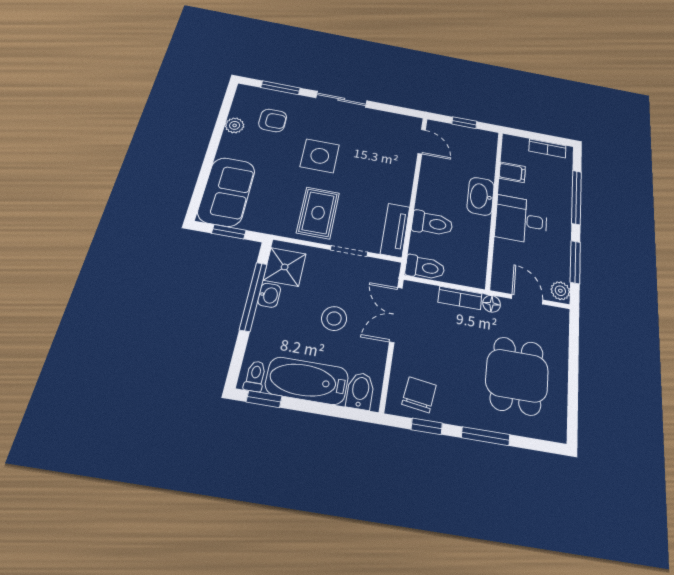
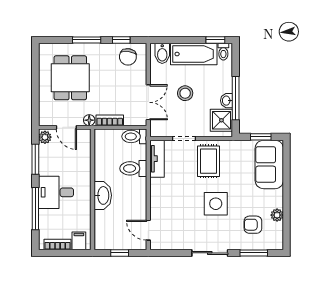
filing cabinet: (512, 172) -> (79, 241), moved, turned 90
desk: (521, 220) -> (56, 192), moved, turned 180

